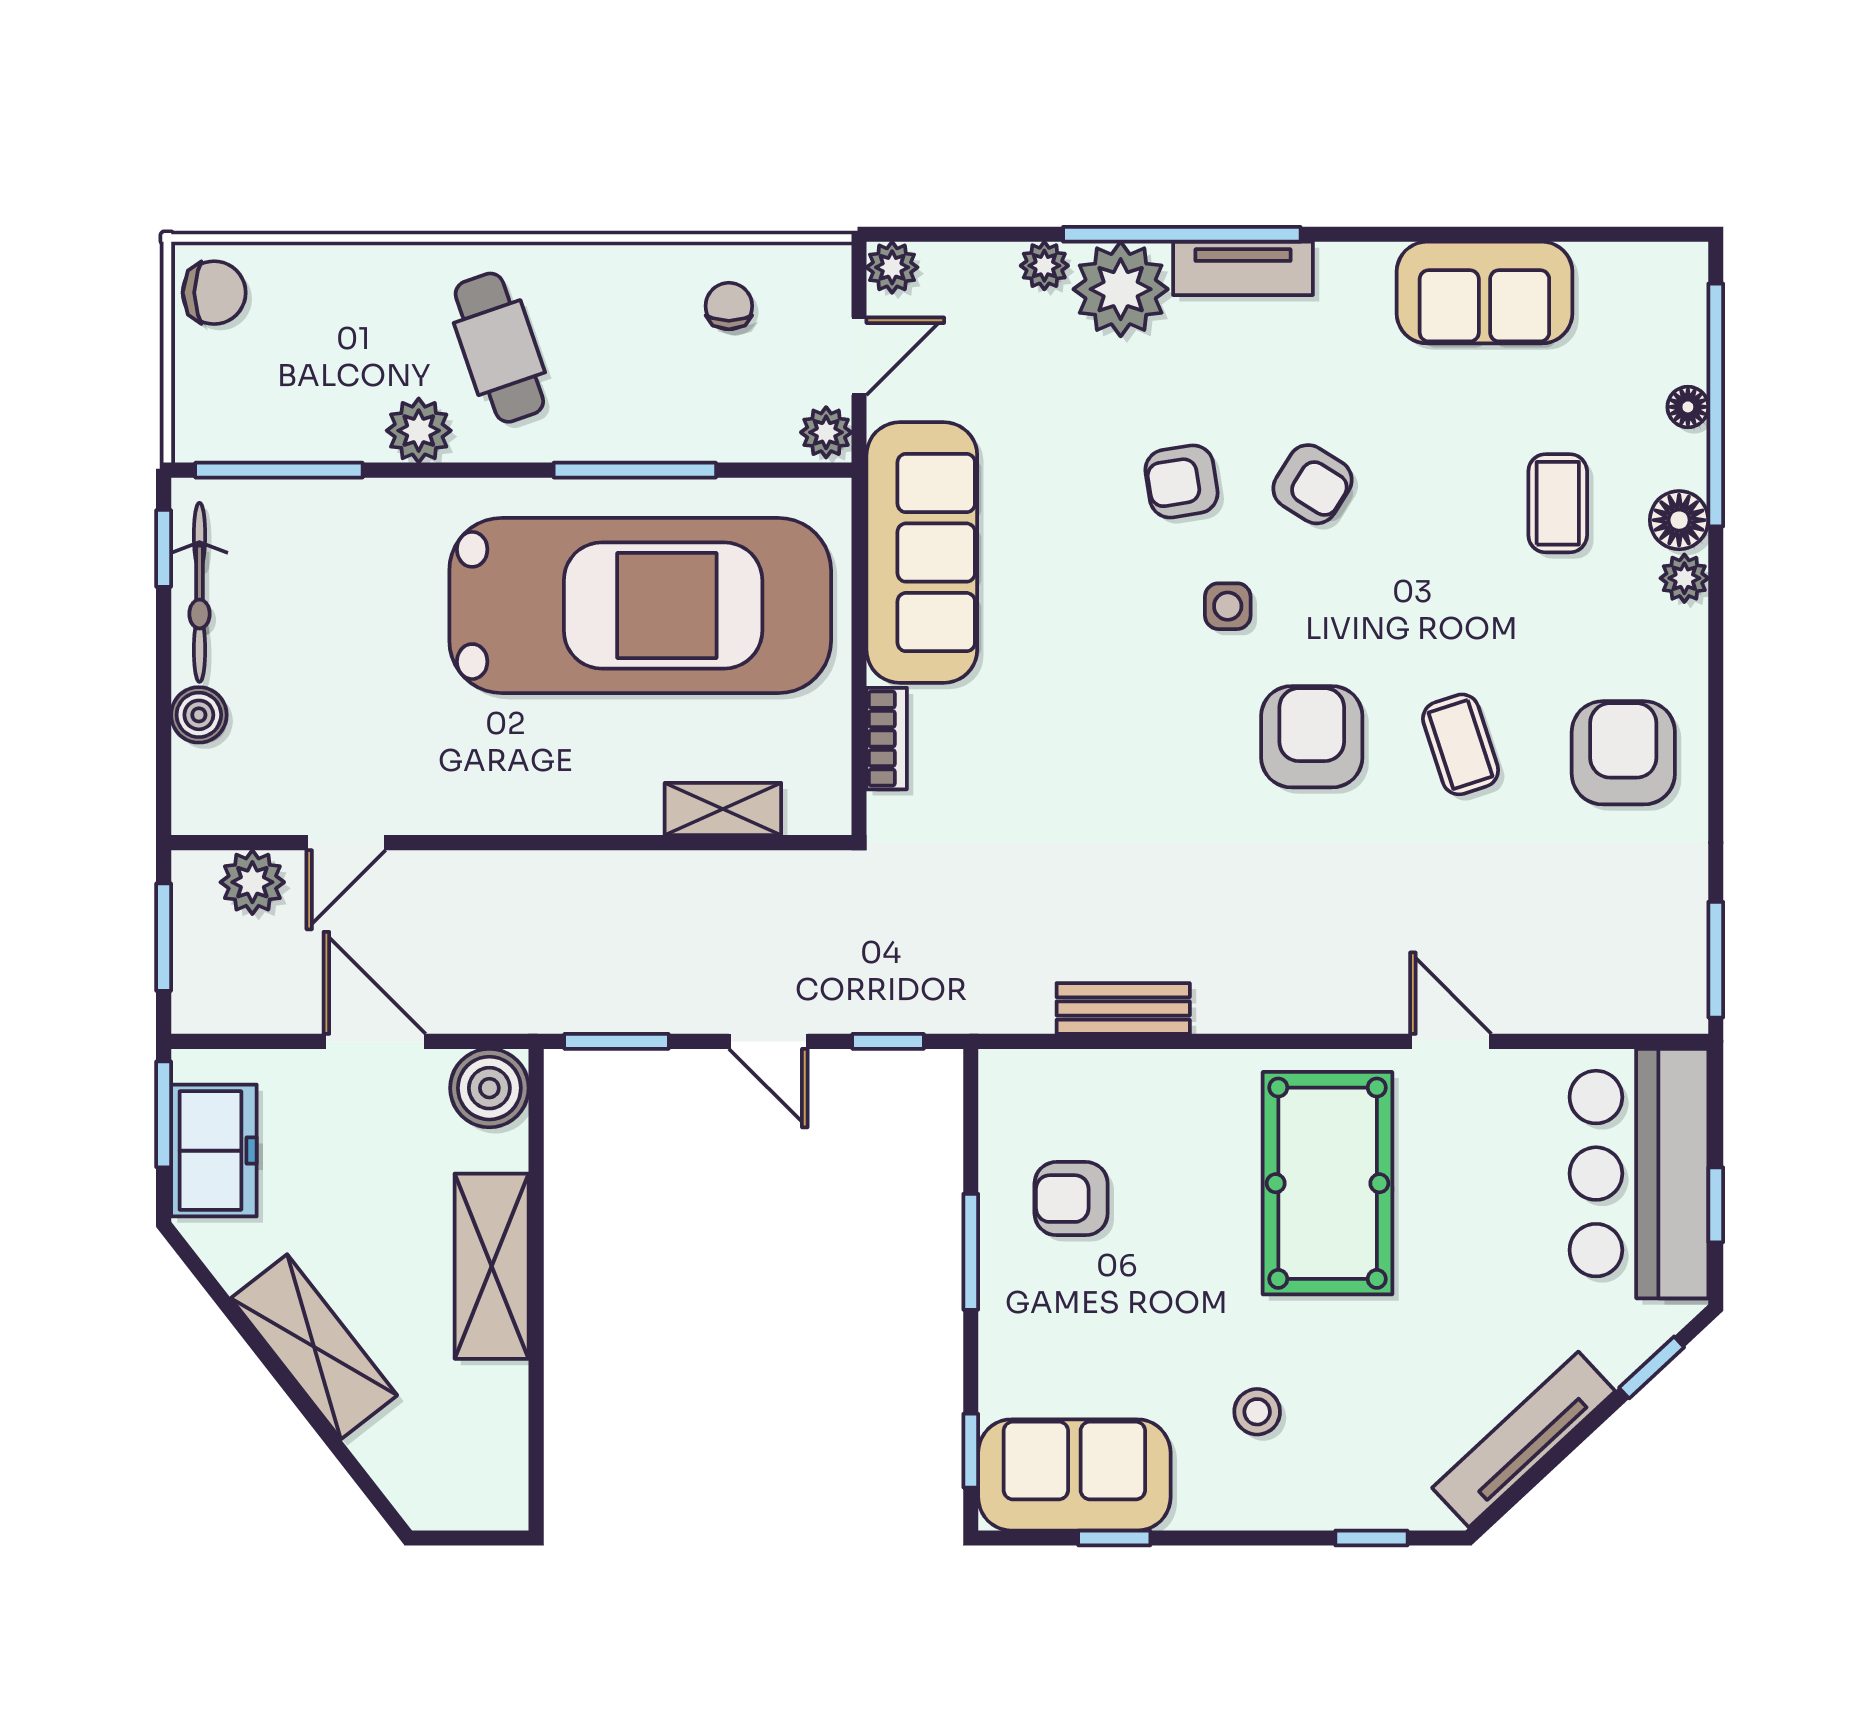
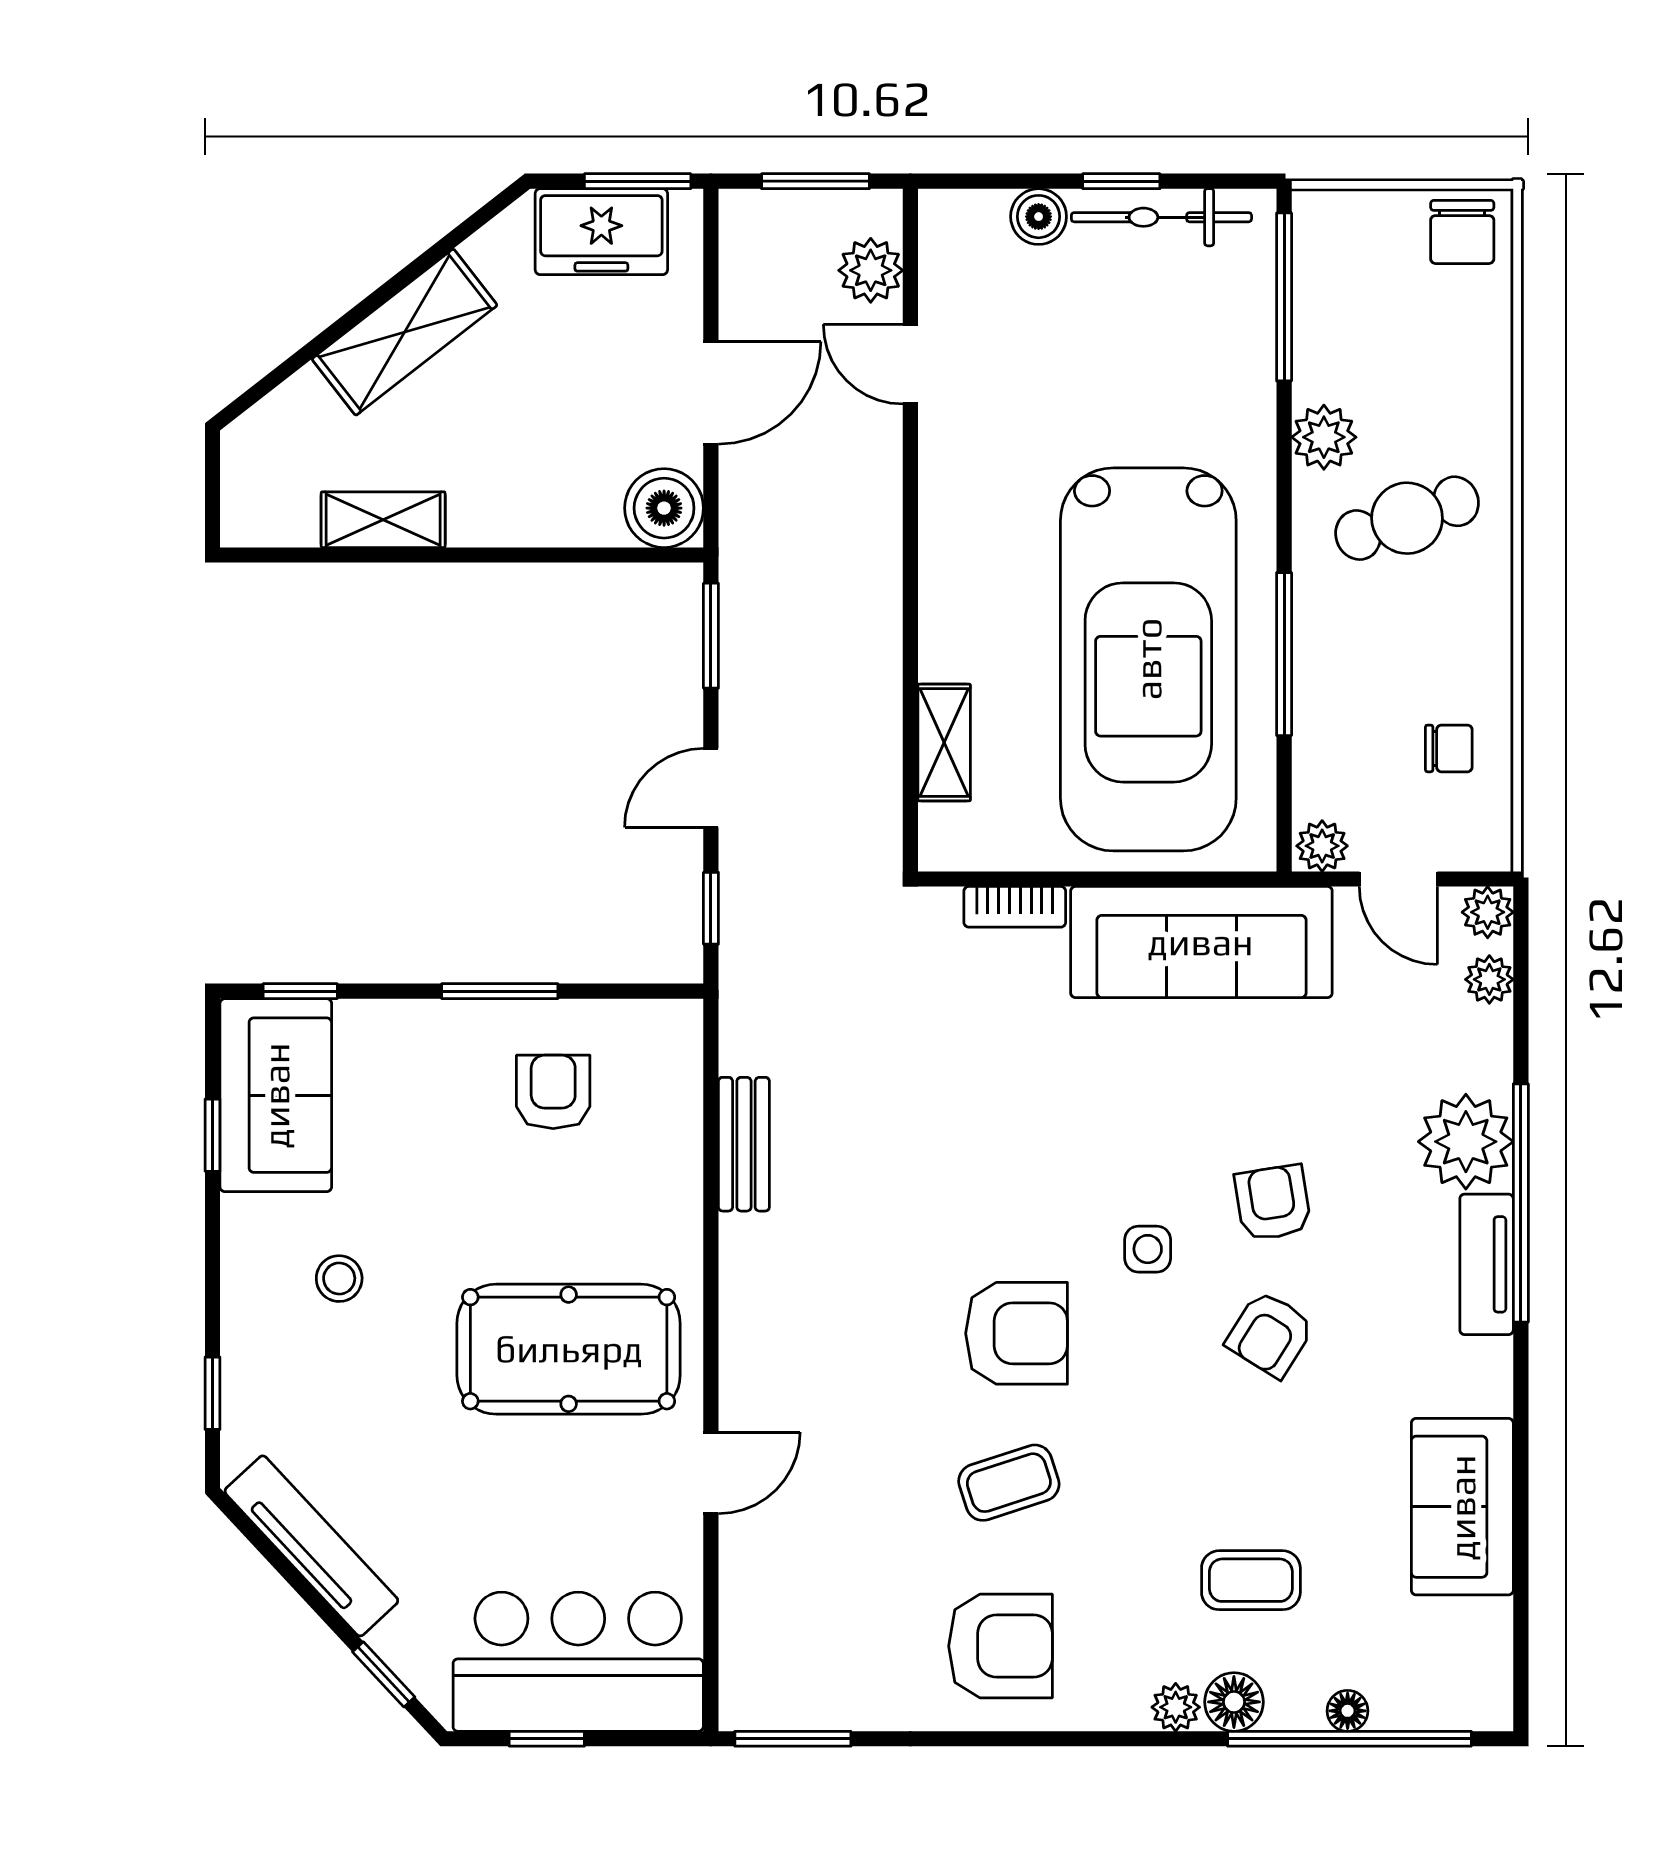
plant: (1044, 266) -> (1489, 979), moved
window: (164, 548) -> (1121, 181), moved
shelving: (492, 1266) -> (383, 520), moved, width x0.67, depth x0.75

